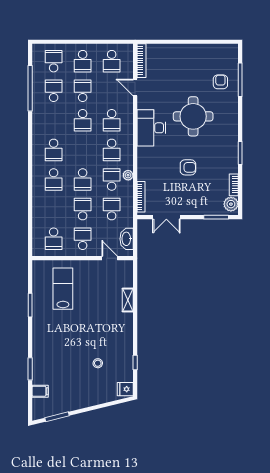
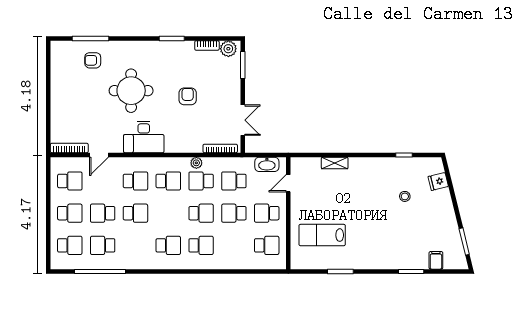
school desk: (54, 61) -> (70, 245), turned 180
fridge: (125, 389) -> (438, 182), moved, turned 76

